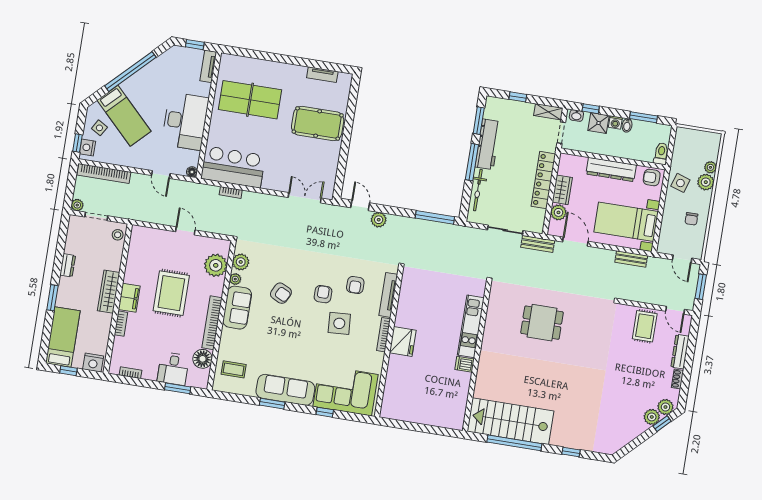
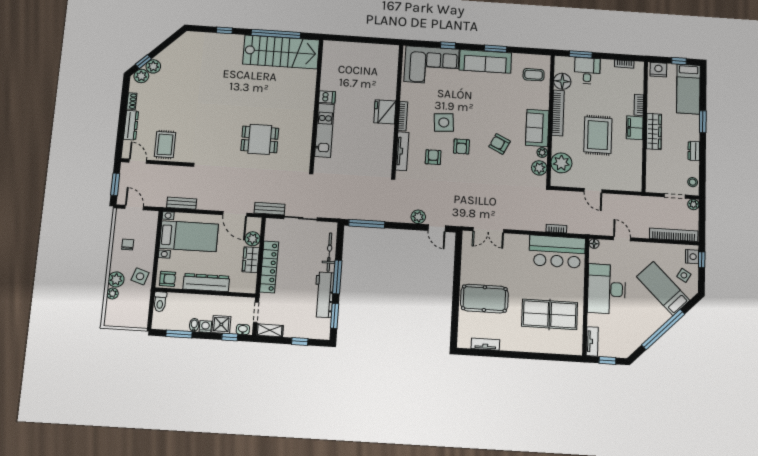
stool: (118, 235) -> (693, 182), moved

